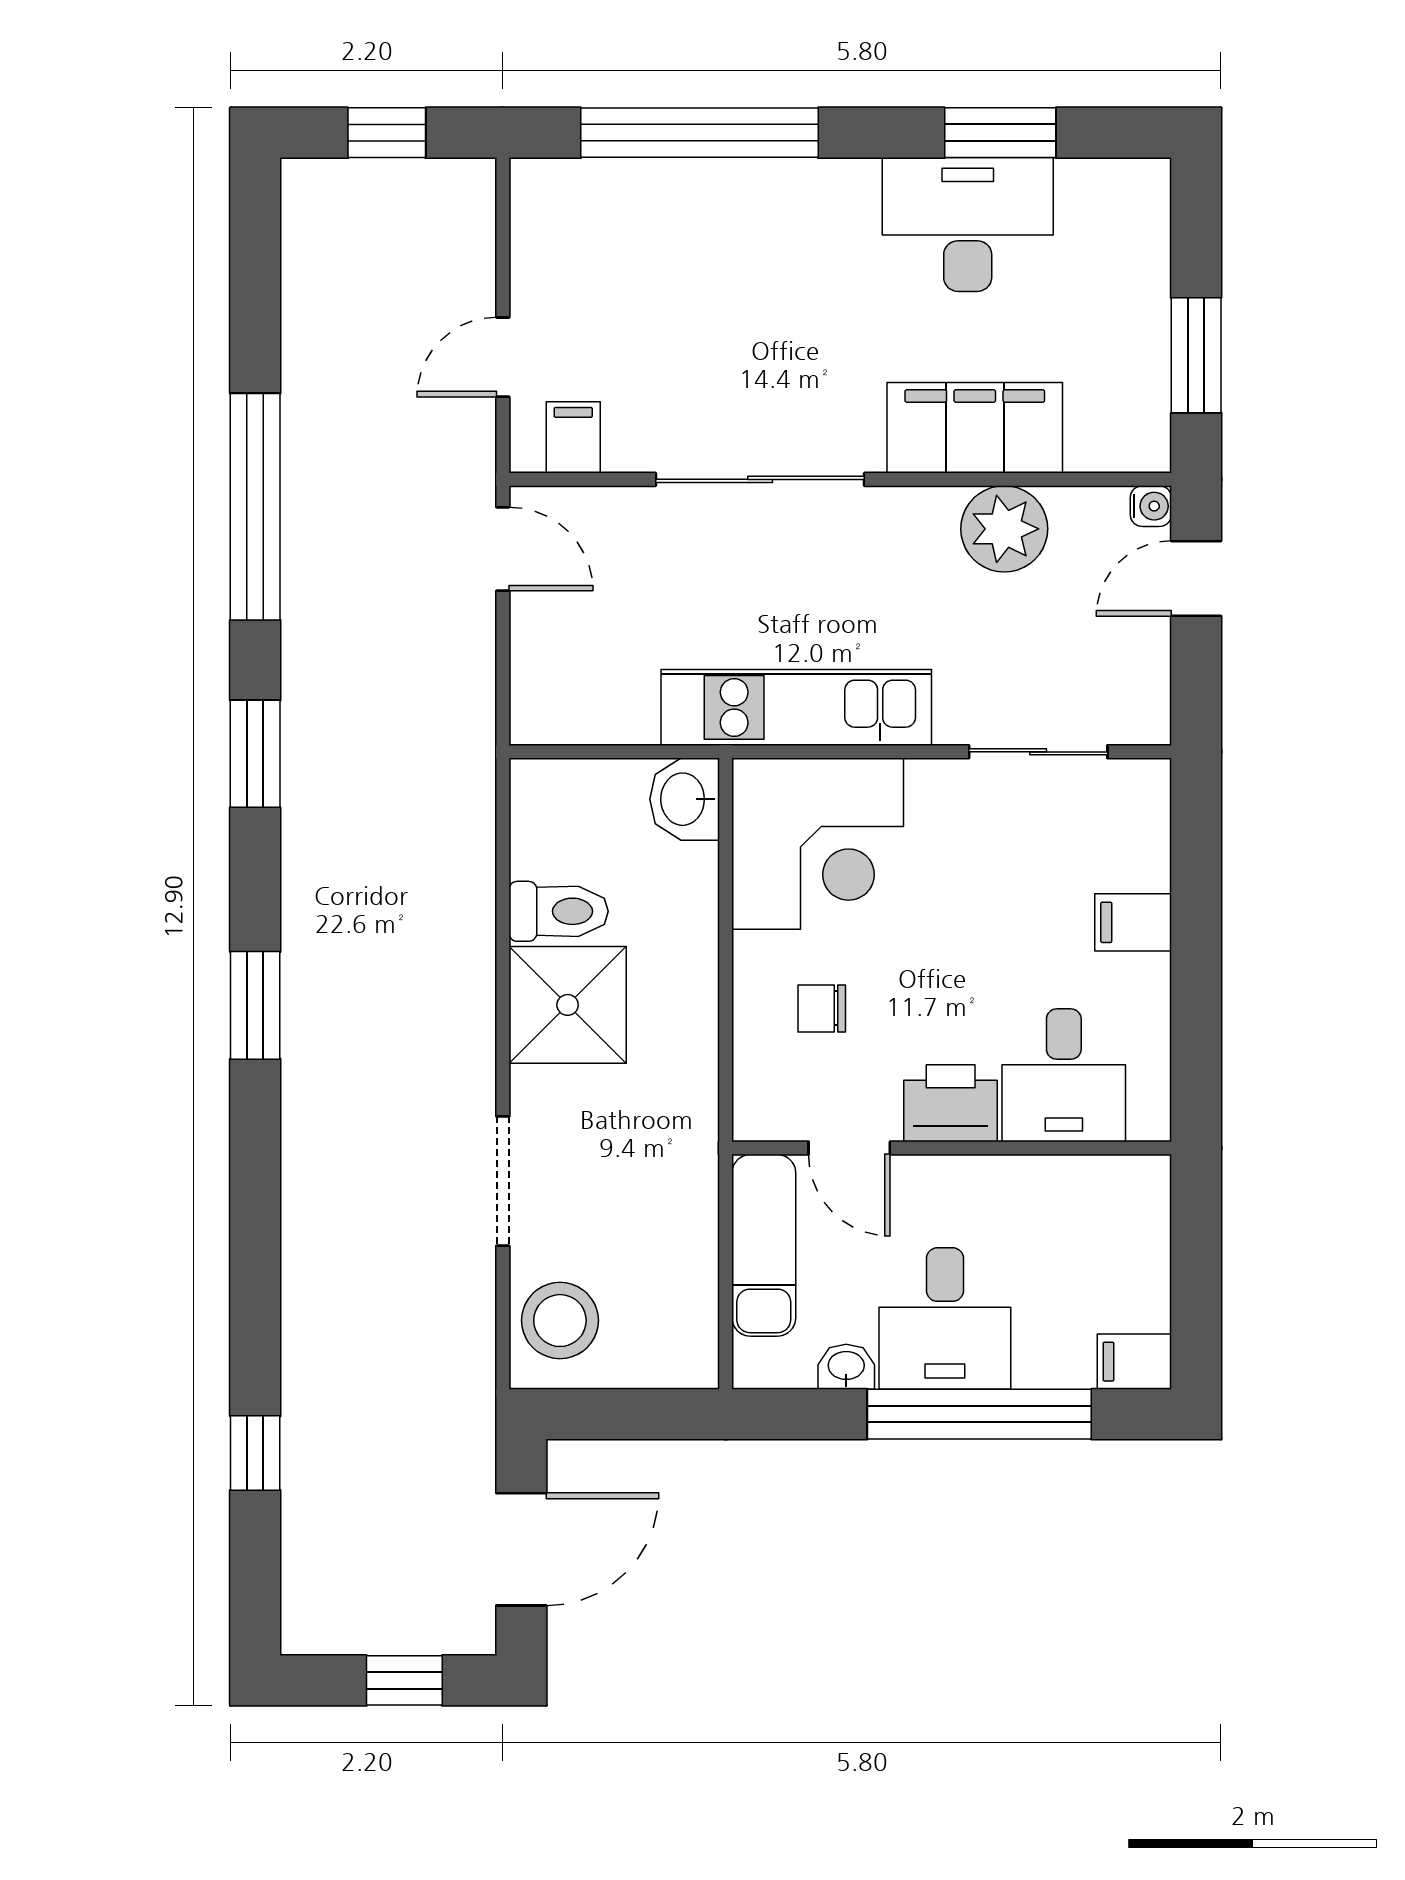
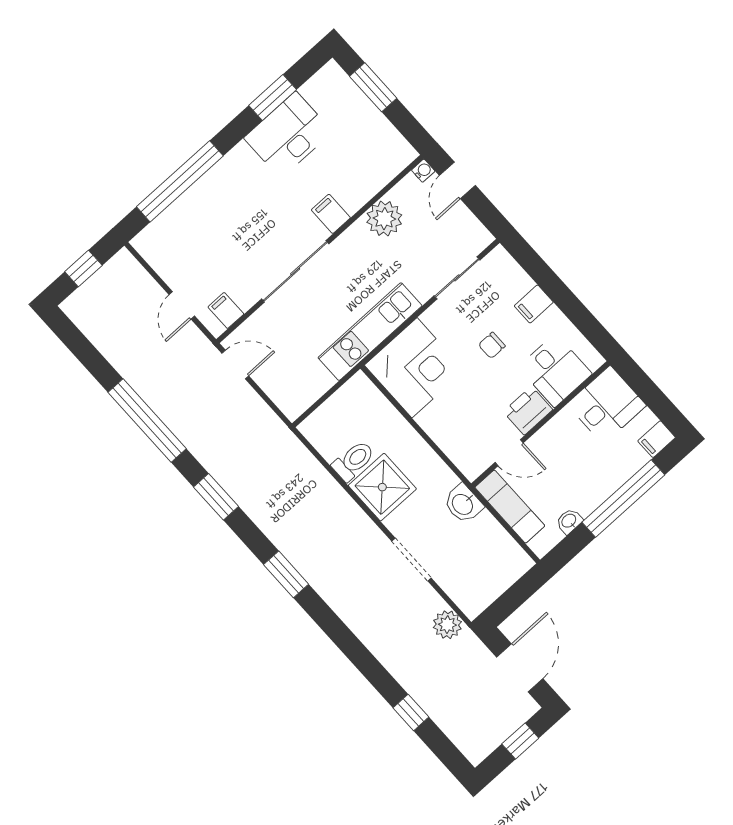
window: (1196, 355) -> (373, 87), moved
filing cabinet: (975, 428) -> (331, 214), width x0.33, depth x0.86
washbasin: (685, 799) -> (463, 504), moved
chair: (822, 1008) -> (492, 345), moved
desk: (945, 1318) -> (607, 405), moved, turned -90
stool: (560, 1321) -> (468, 587), removed
plant: (462, 1355) -> (447, 625), added

